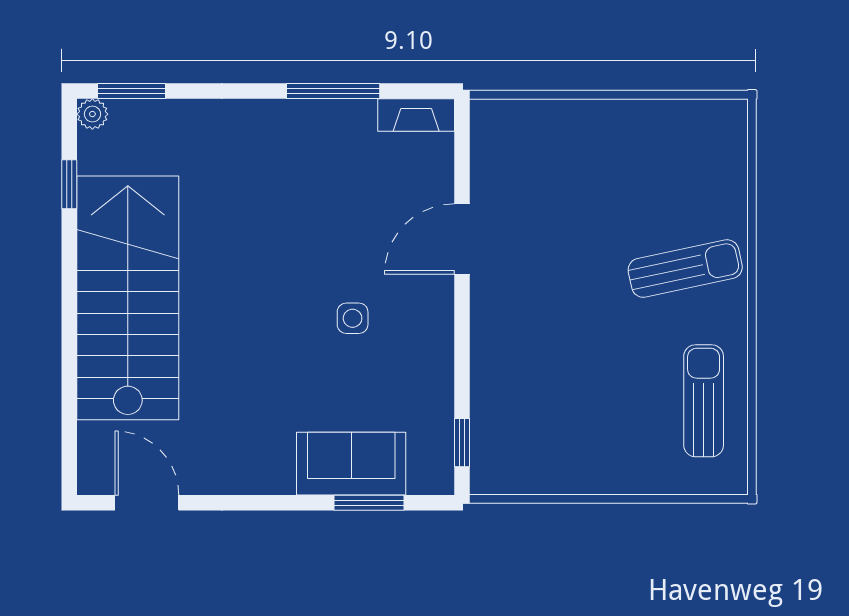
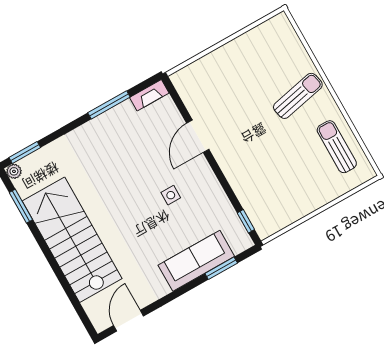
window: (69, 184) -> (21, 206), width x1.50
sofa: (351, 464) -> (196, 261), width x1.36
door: (147, 503) -> (128, 321), hinge flipped

